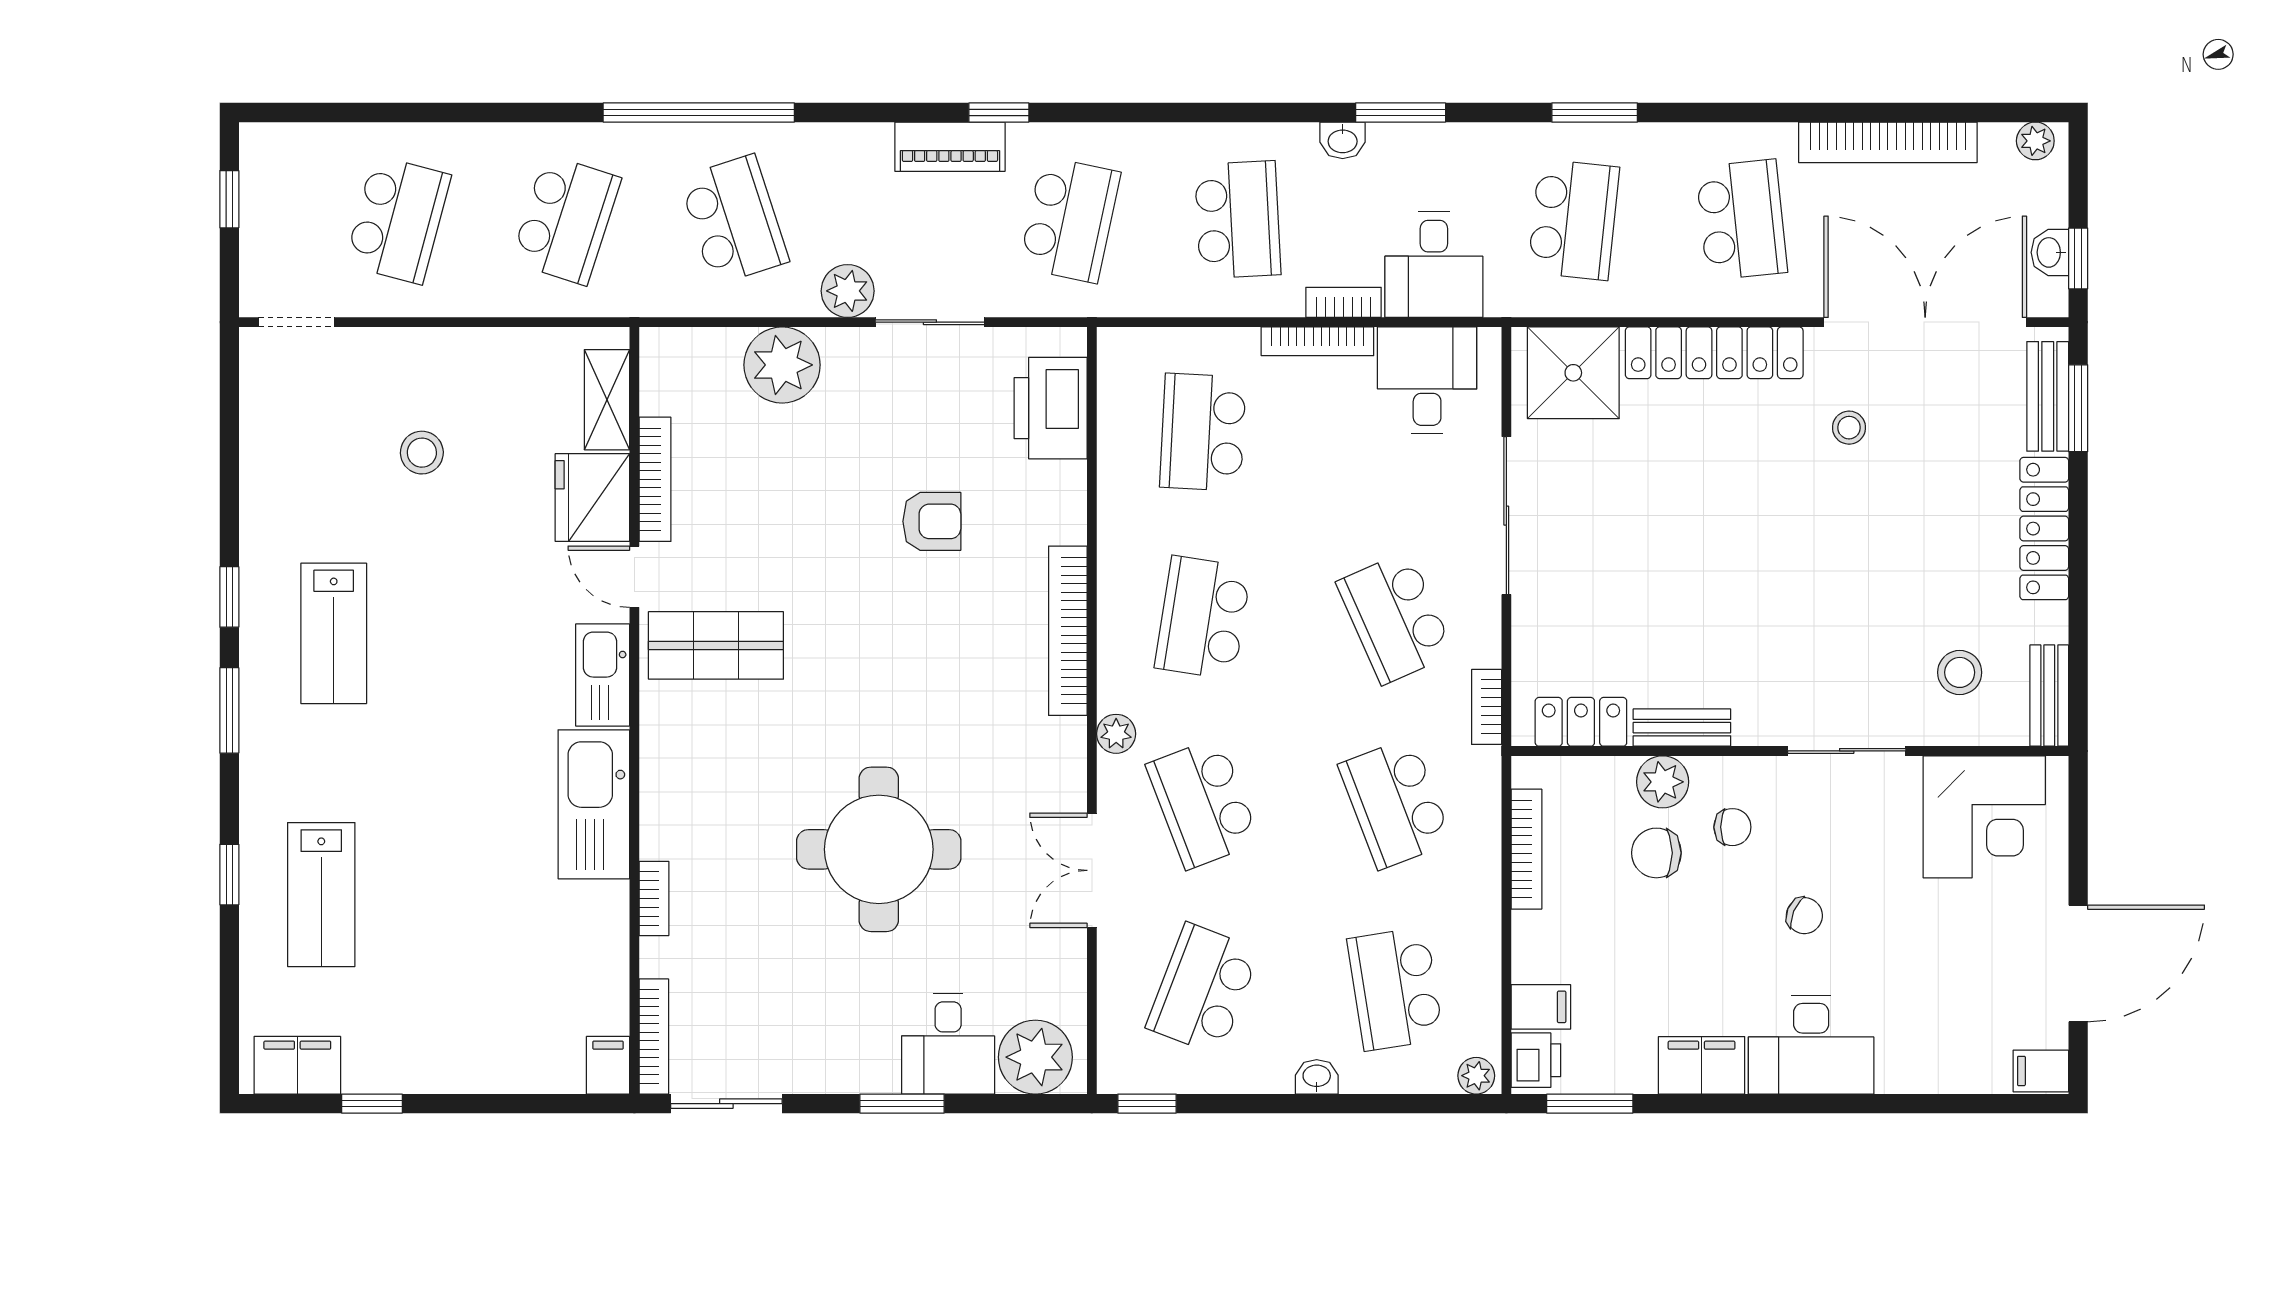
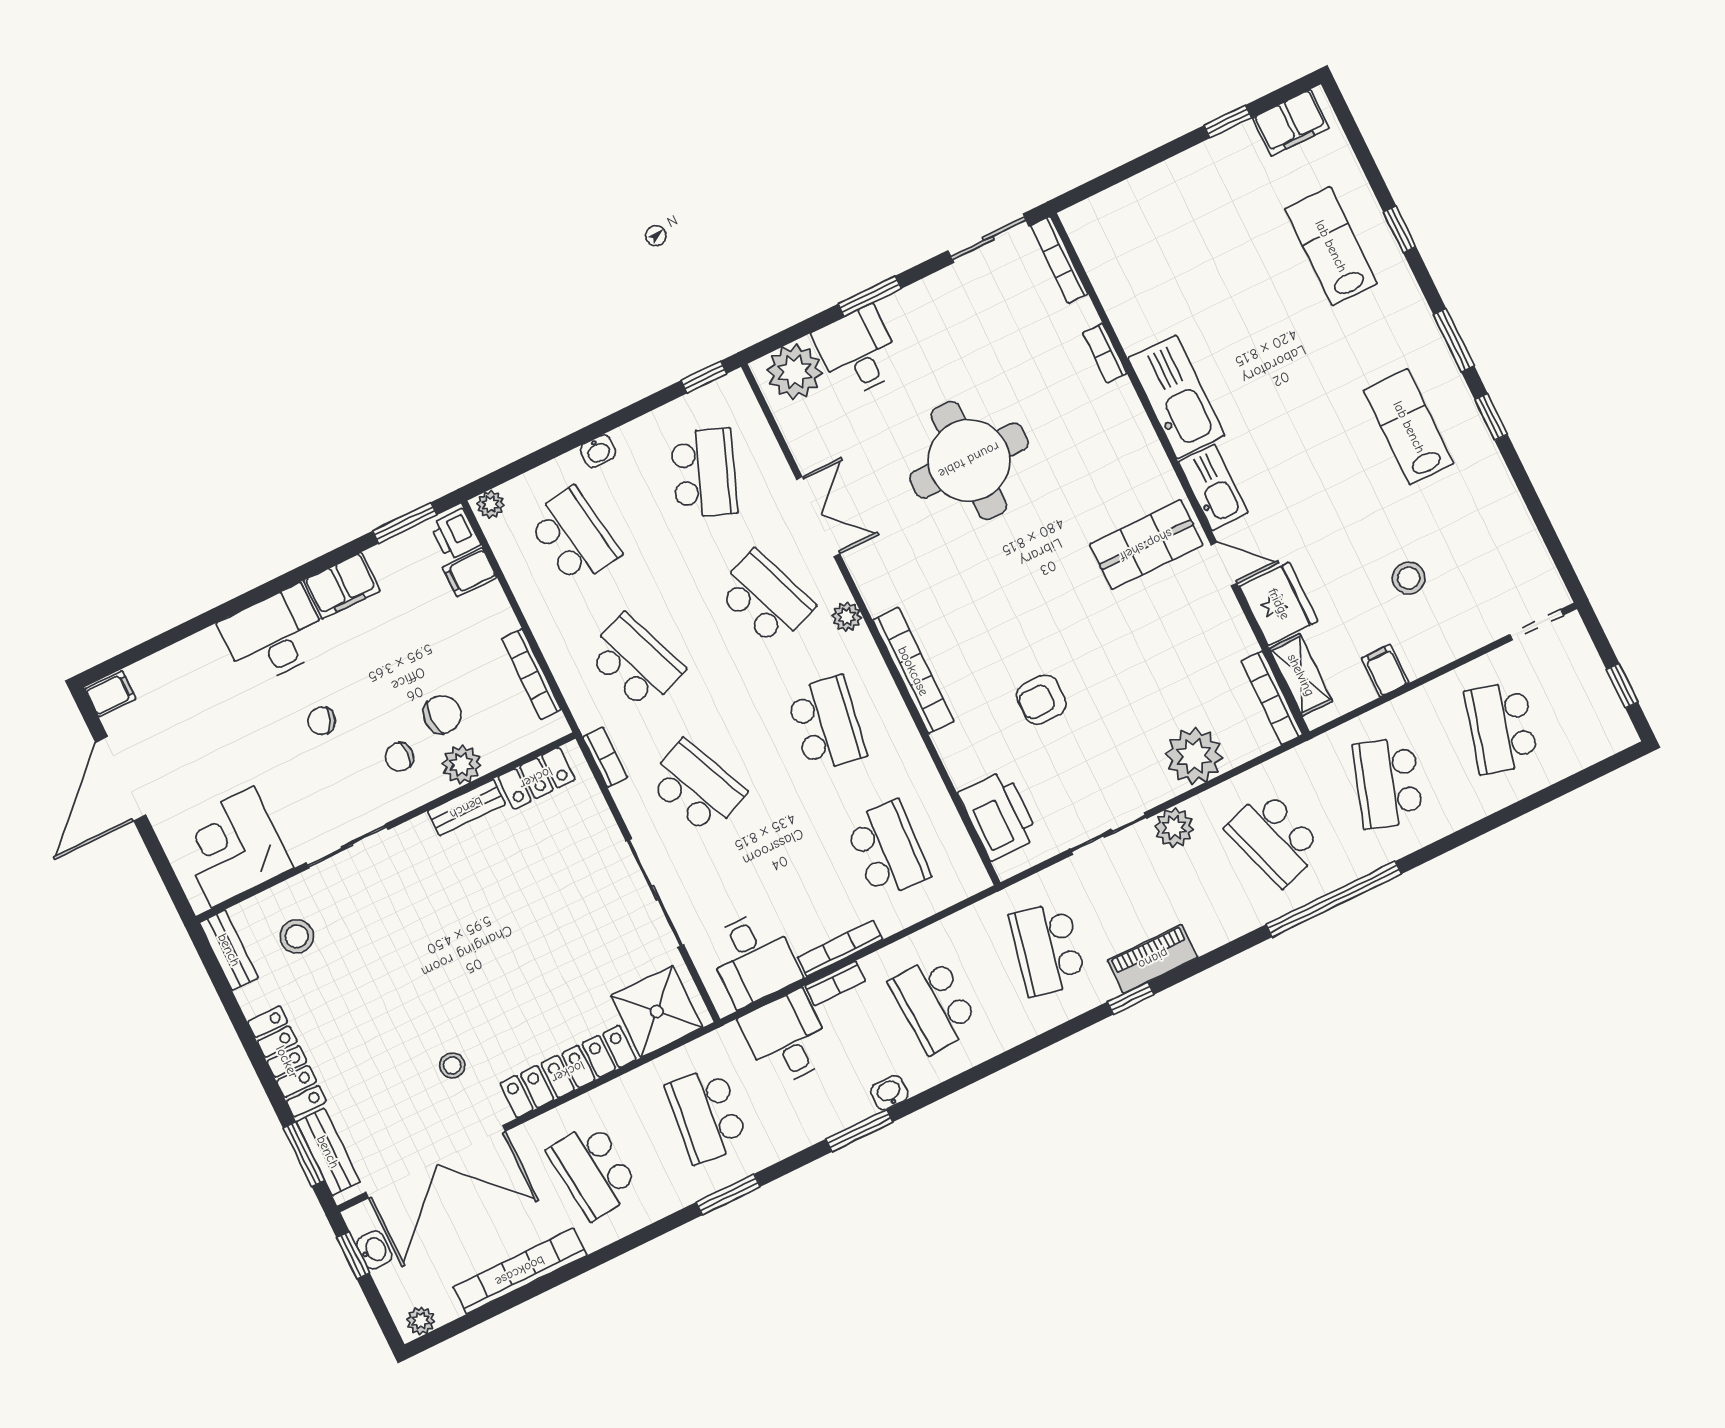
bookcase: (655, 479) -> (1272, 698), moved
filing cabinet: (608, 1065) -> (1385, 671), moved, turned 180

